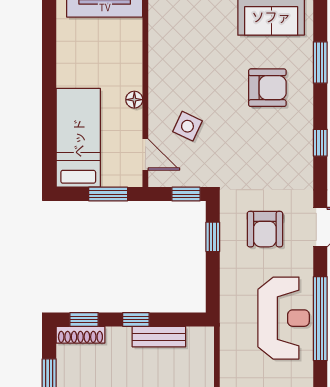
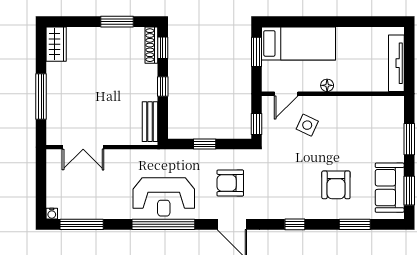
window: (108, 194) -> (256, 52), moved
window: (213, 237) -> (205, 144), moved
bench: (159, 337) -> (150, 122), moved

